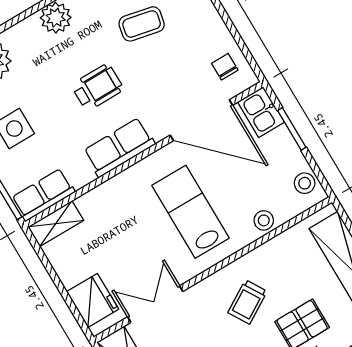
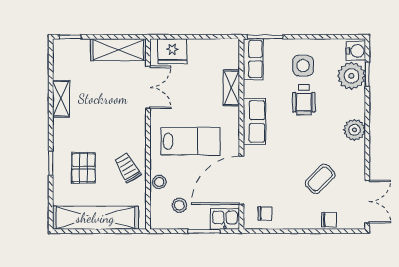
coffee table: (142, 24) -> (320, 179), turned 33
wheelchair: (97, 87) -> (304, 100), moved
stool: (305, 183) -> (179, 205), moved
shelving: (56, 224) -> (231, 88), moved
trolley: (247, 302) -> (128, 168), moved

